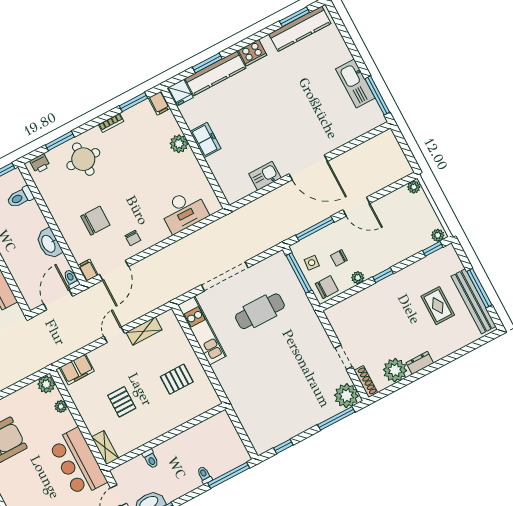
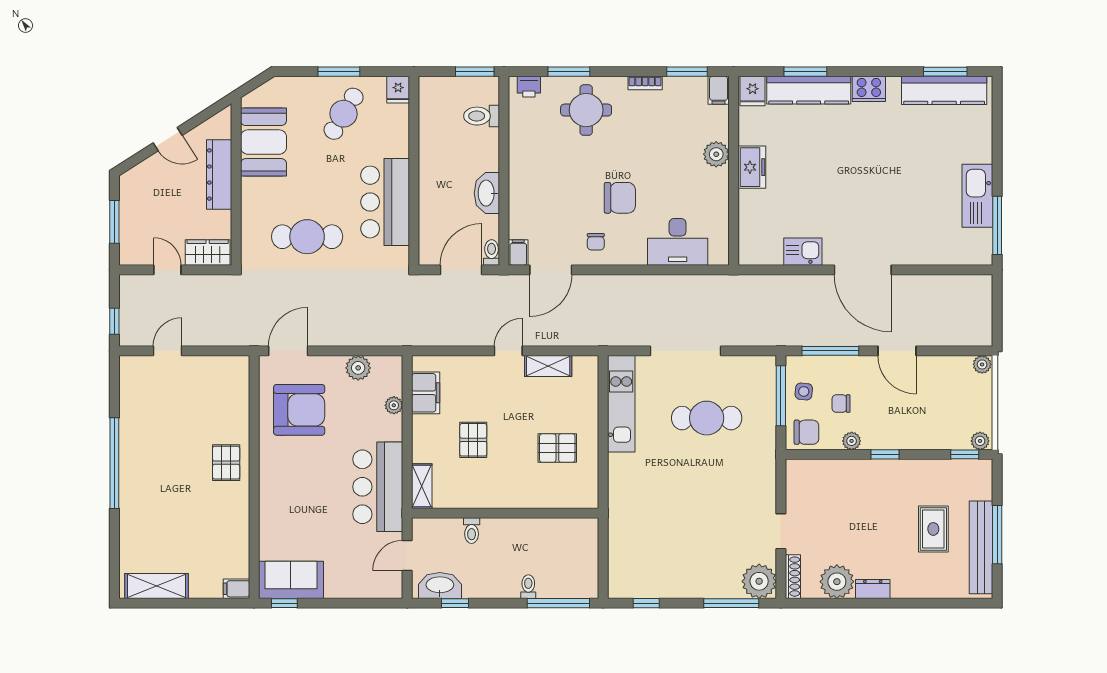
chair: (95, 221) -> (620, 198), moved
filing cabinet: (77, 369) -> (426, 393), moved, turned -90
plant: (46, 384) -> (358, 368), moved

